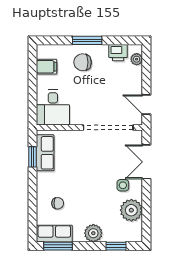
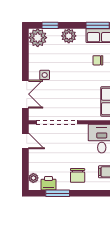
window: (87, 40) -> (58, 193), moved
chair: (83, 62) -> (78, 175), turned 90
plant: (131, 210) -> (38, 38), moved

